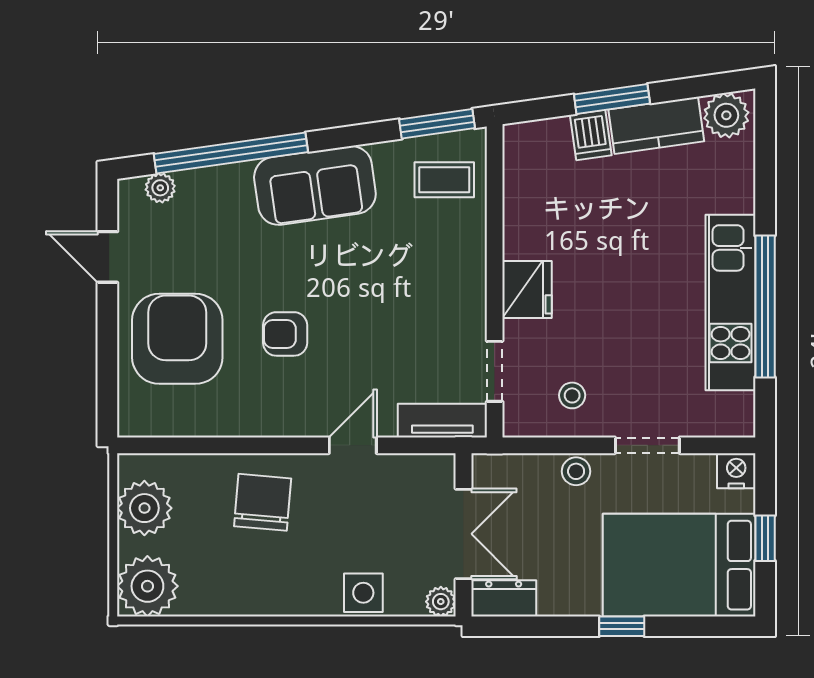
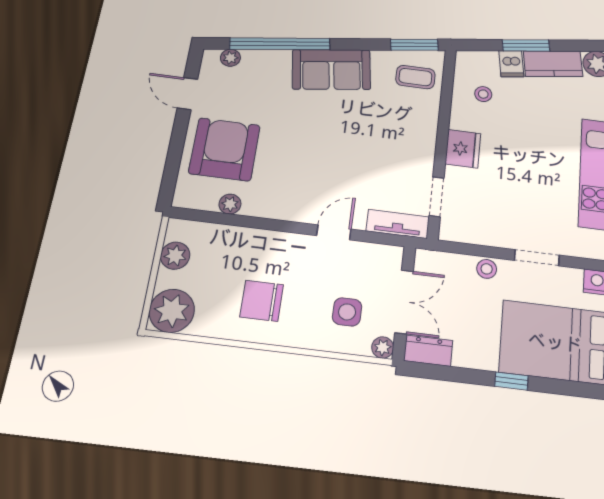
armchair: (285, 334) -> (298, 156), removed
stool: (572, 395) -> (483, 94), moved
plant: (199, 422) -> (230, 204), added
chair: (263, 502) -> (262, 301), moved, turned -95
plant: (144, 508) -> (175, 256), width x0.73, depth x0.73
side table: (363, 593) -> (347, 312), moved

